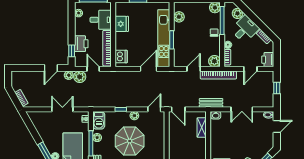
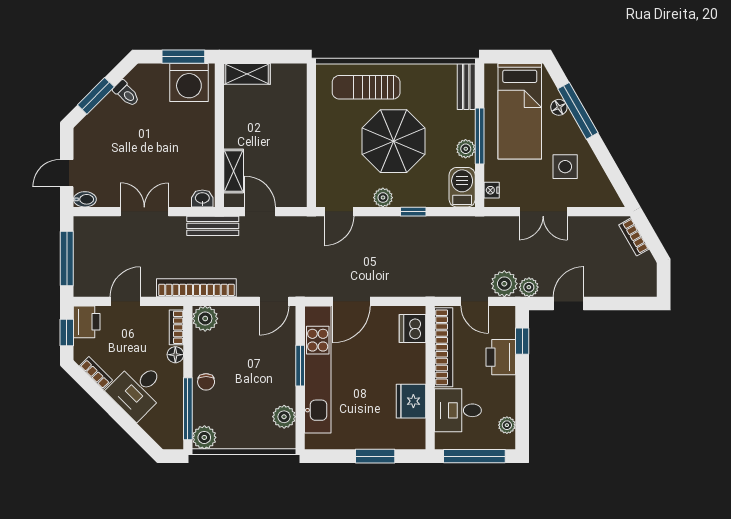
plant: (237, 13) -> (154, 424), removed
window: (277, 55) -> (67, 332), added
door: (194, 69) -> (274, 301), moved
window: (277, 88) -> (67, 259), width x2.17
door: (178, 109) -> (260, 212), moved
side table: (52, 130) -> (565, 167), added

